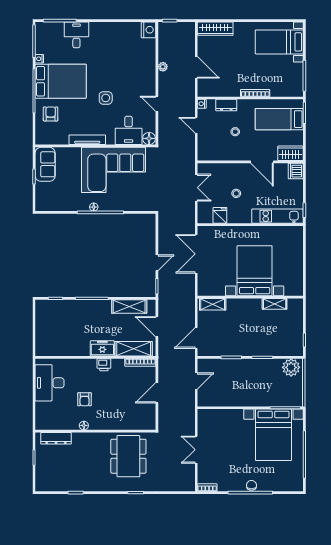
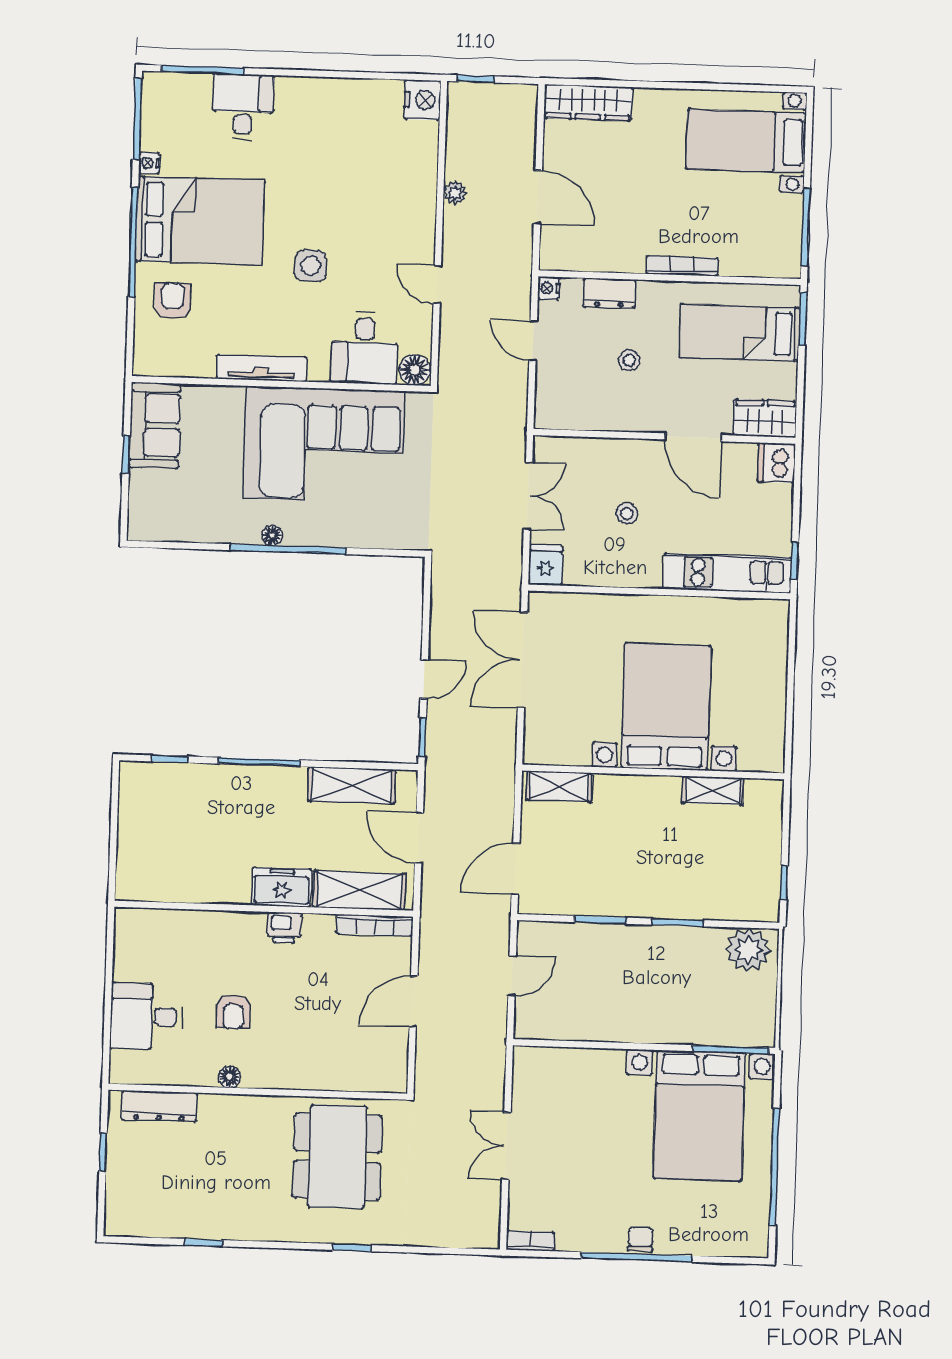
fridge: (220, 215) -> (545, 565), moved
desk: (50, 383) -> (146, 1016), moved, width x0.73

